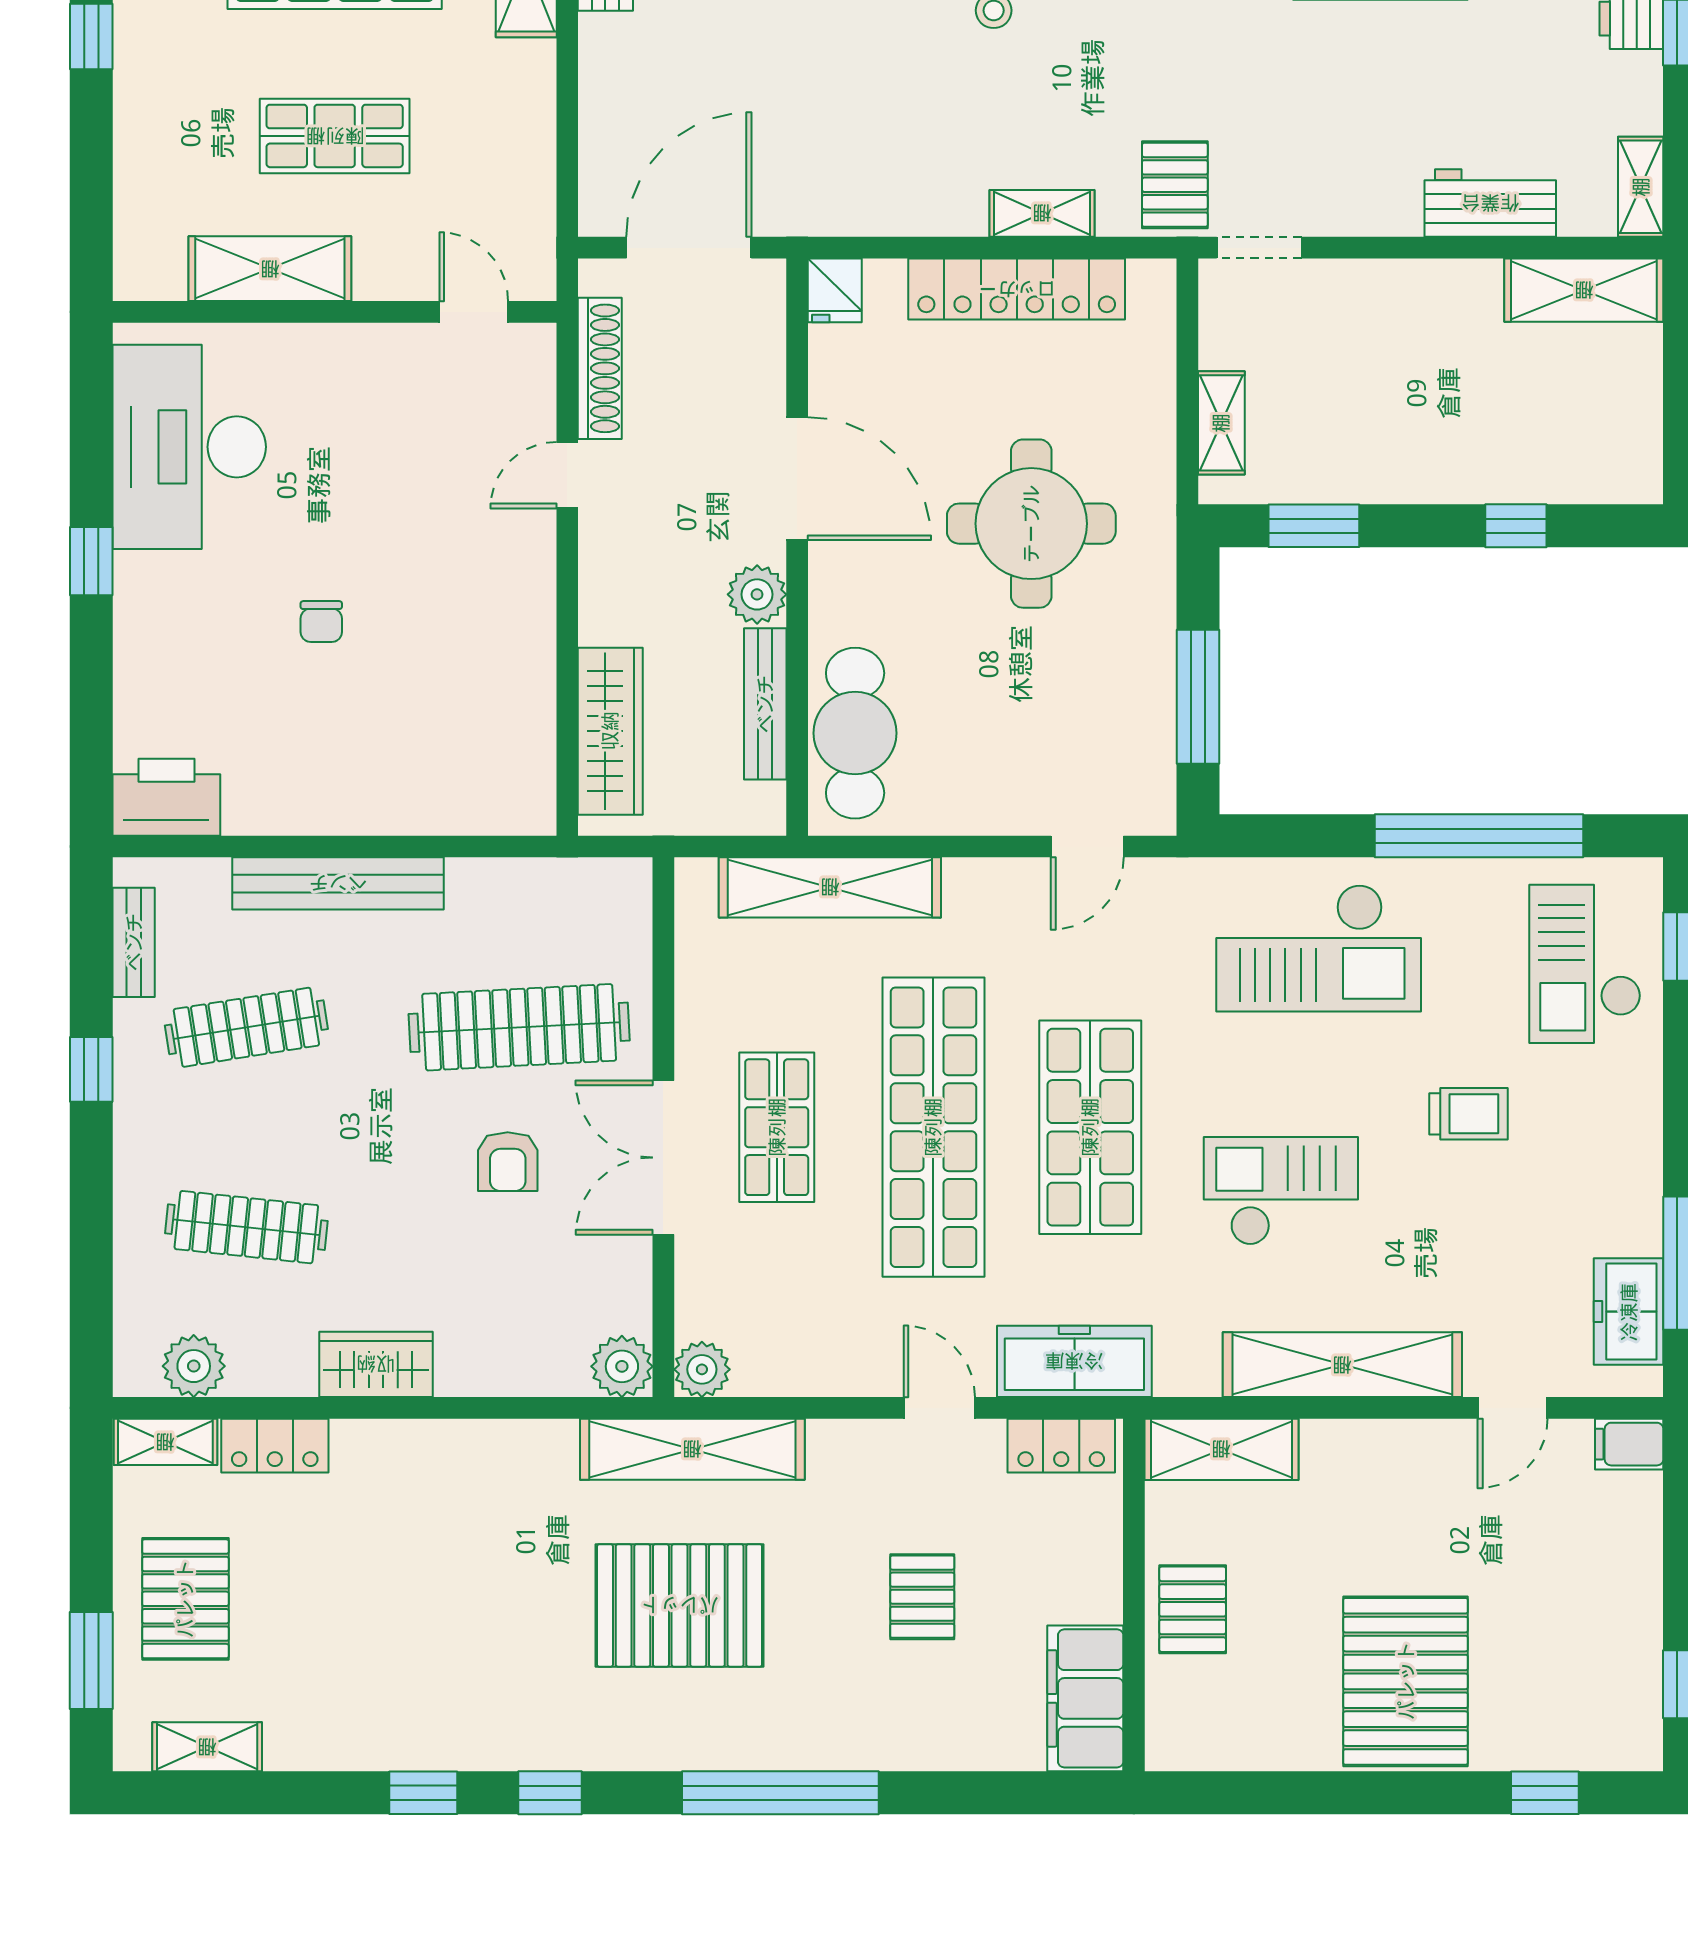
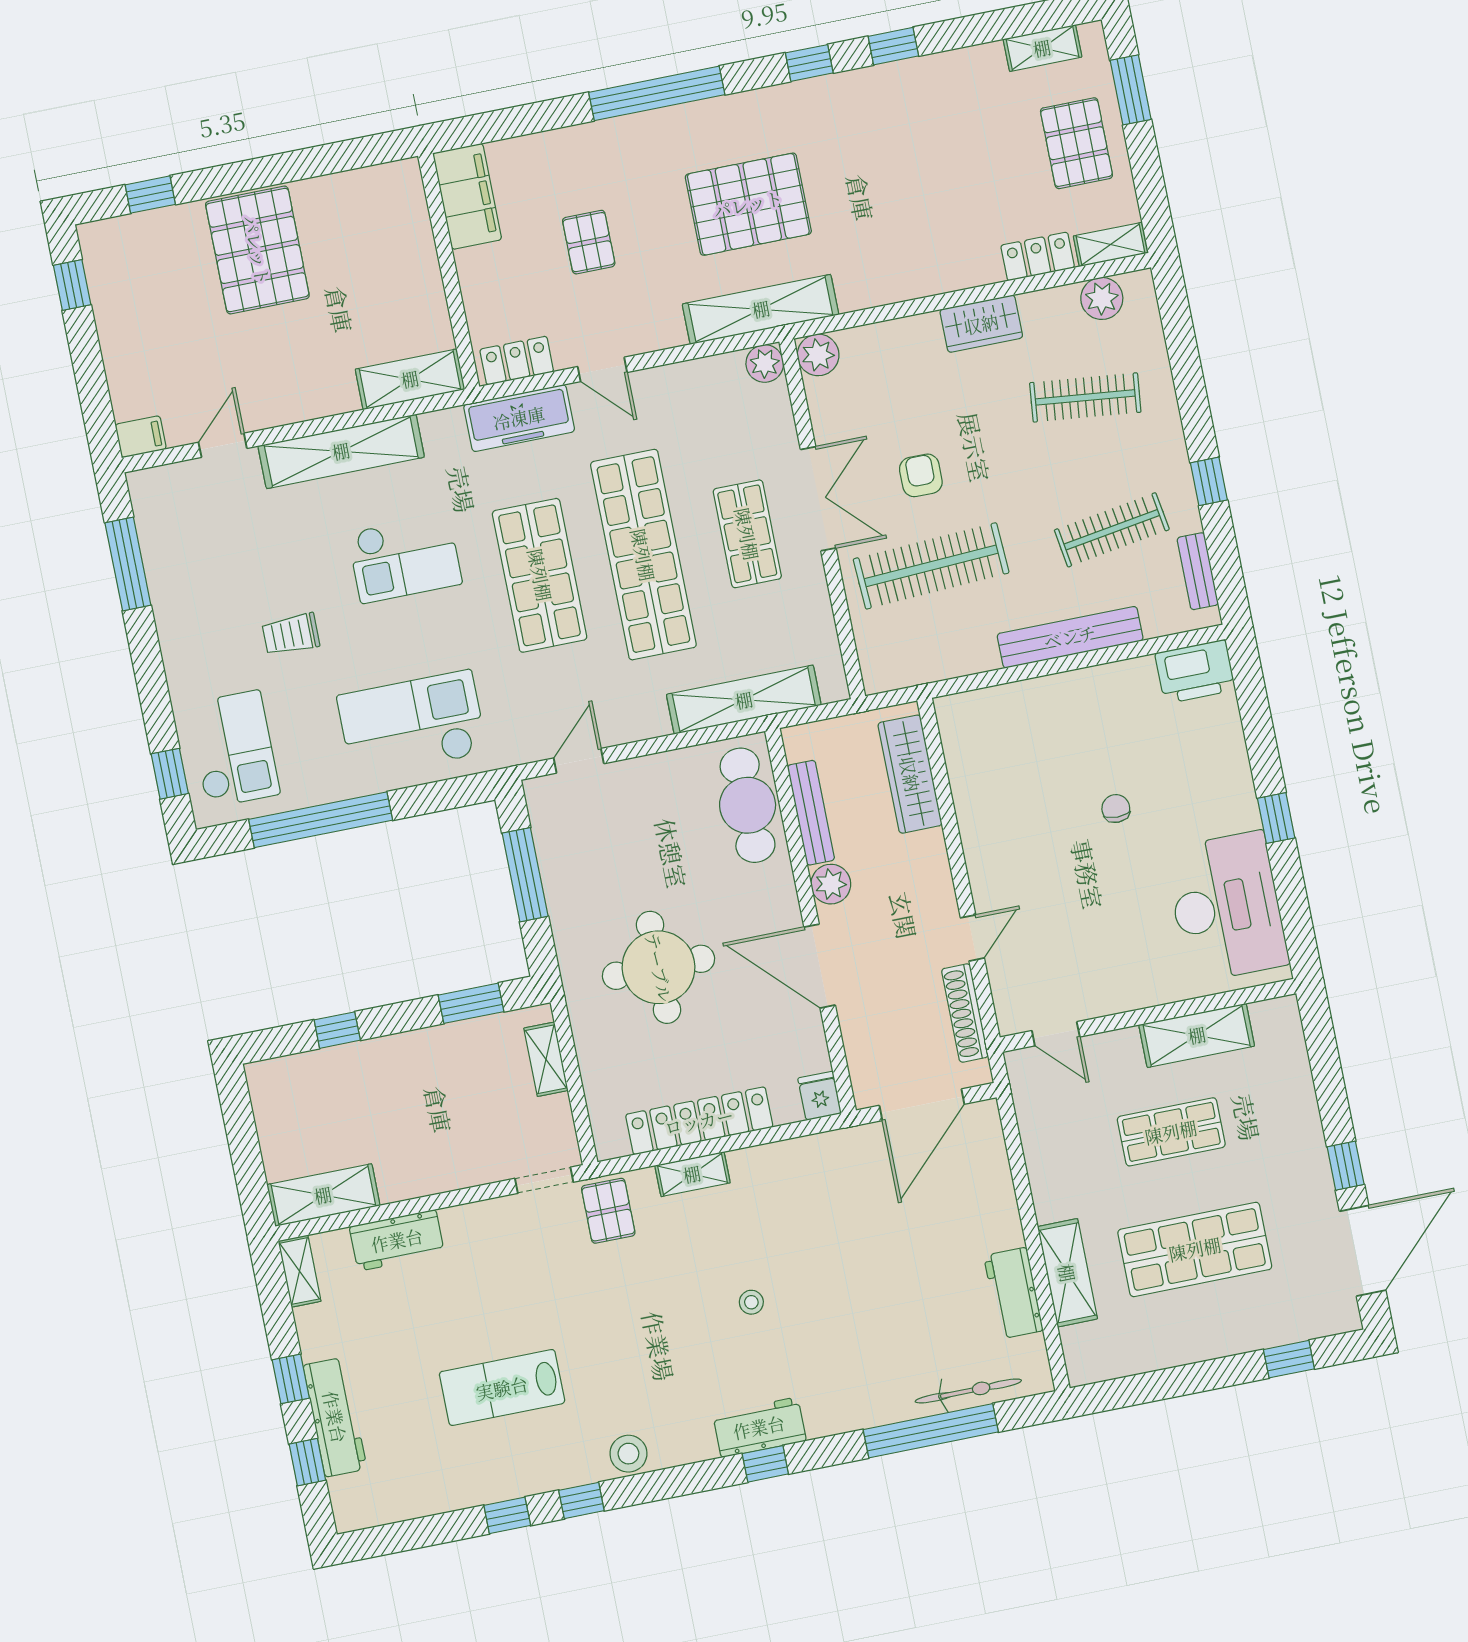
freezer: (1629, 1312) -> (159, 524), removed
pallet: (1193, 1609) -> (408, 270), removed

